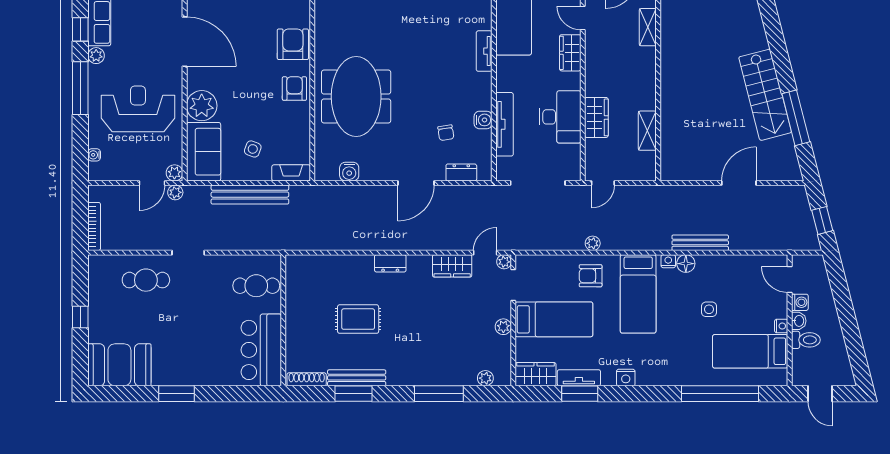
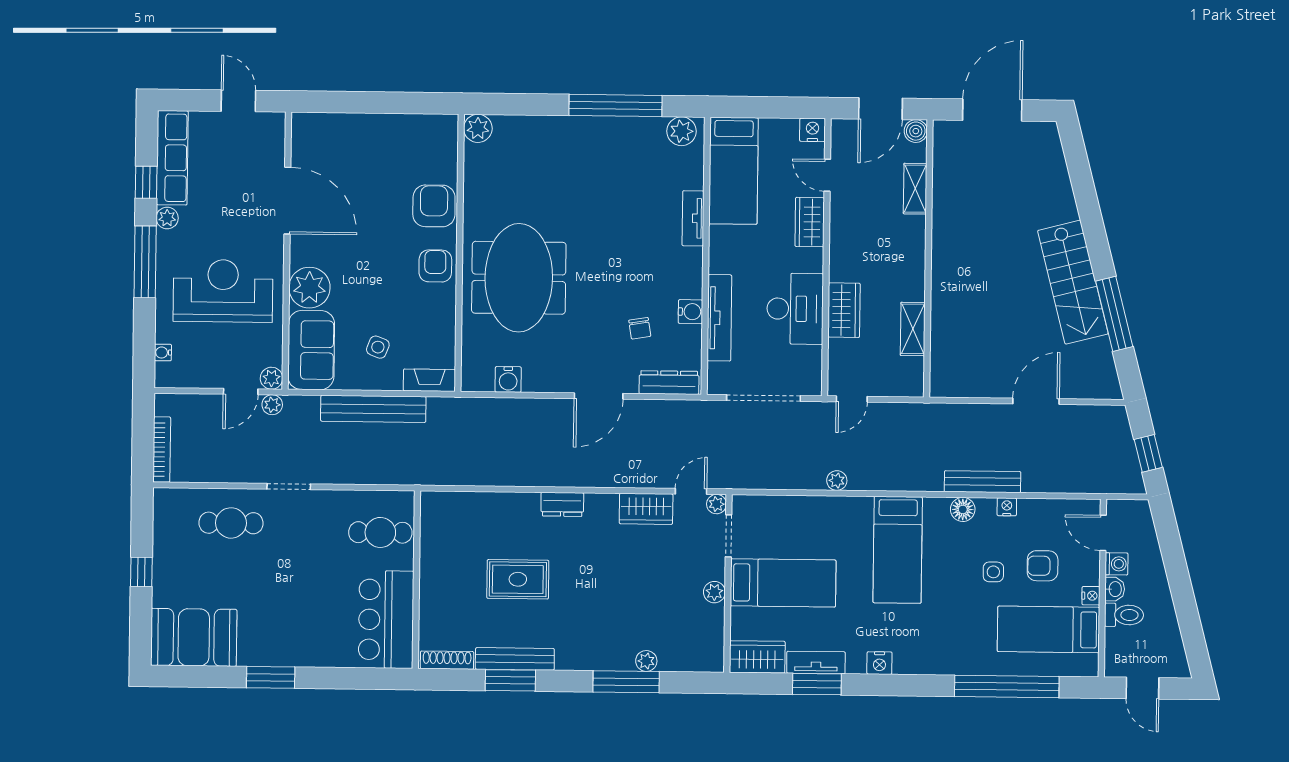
dresser: (461, 172) -> (669, 383), width x1.44
nightstand: (668, 261) -> (1007, 507), moved
armchair: (591, 276) -> (1043, 566), moved
plant: (485, 378) -> (646, 661), moved

